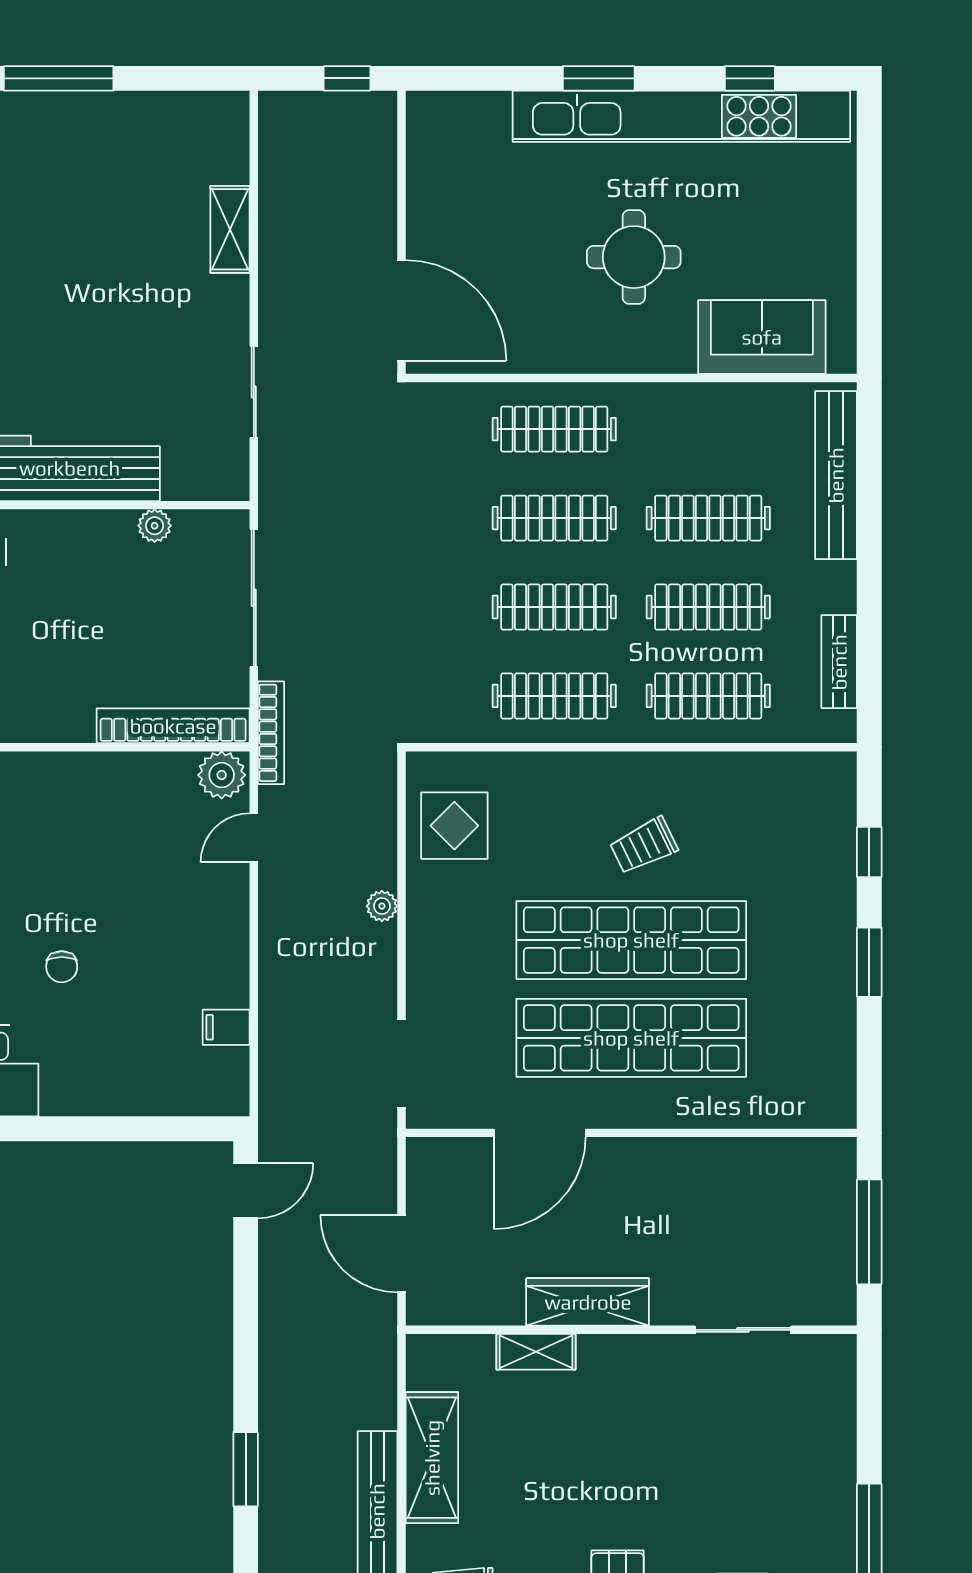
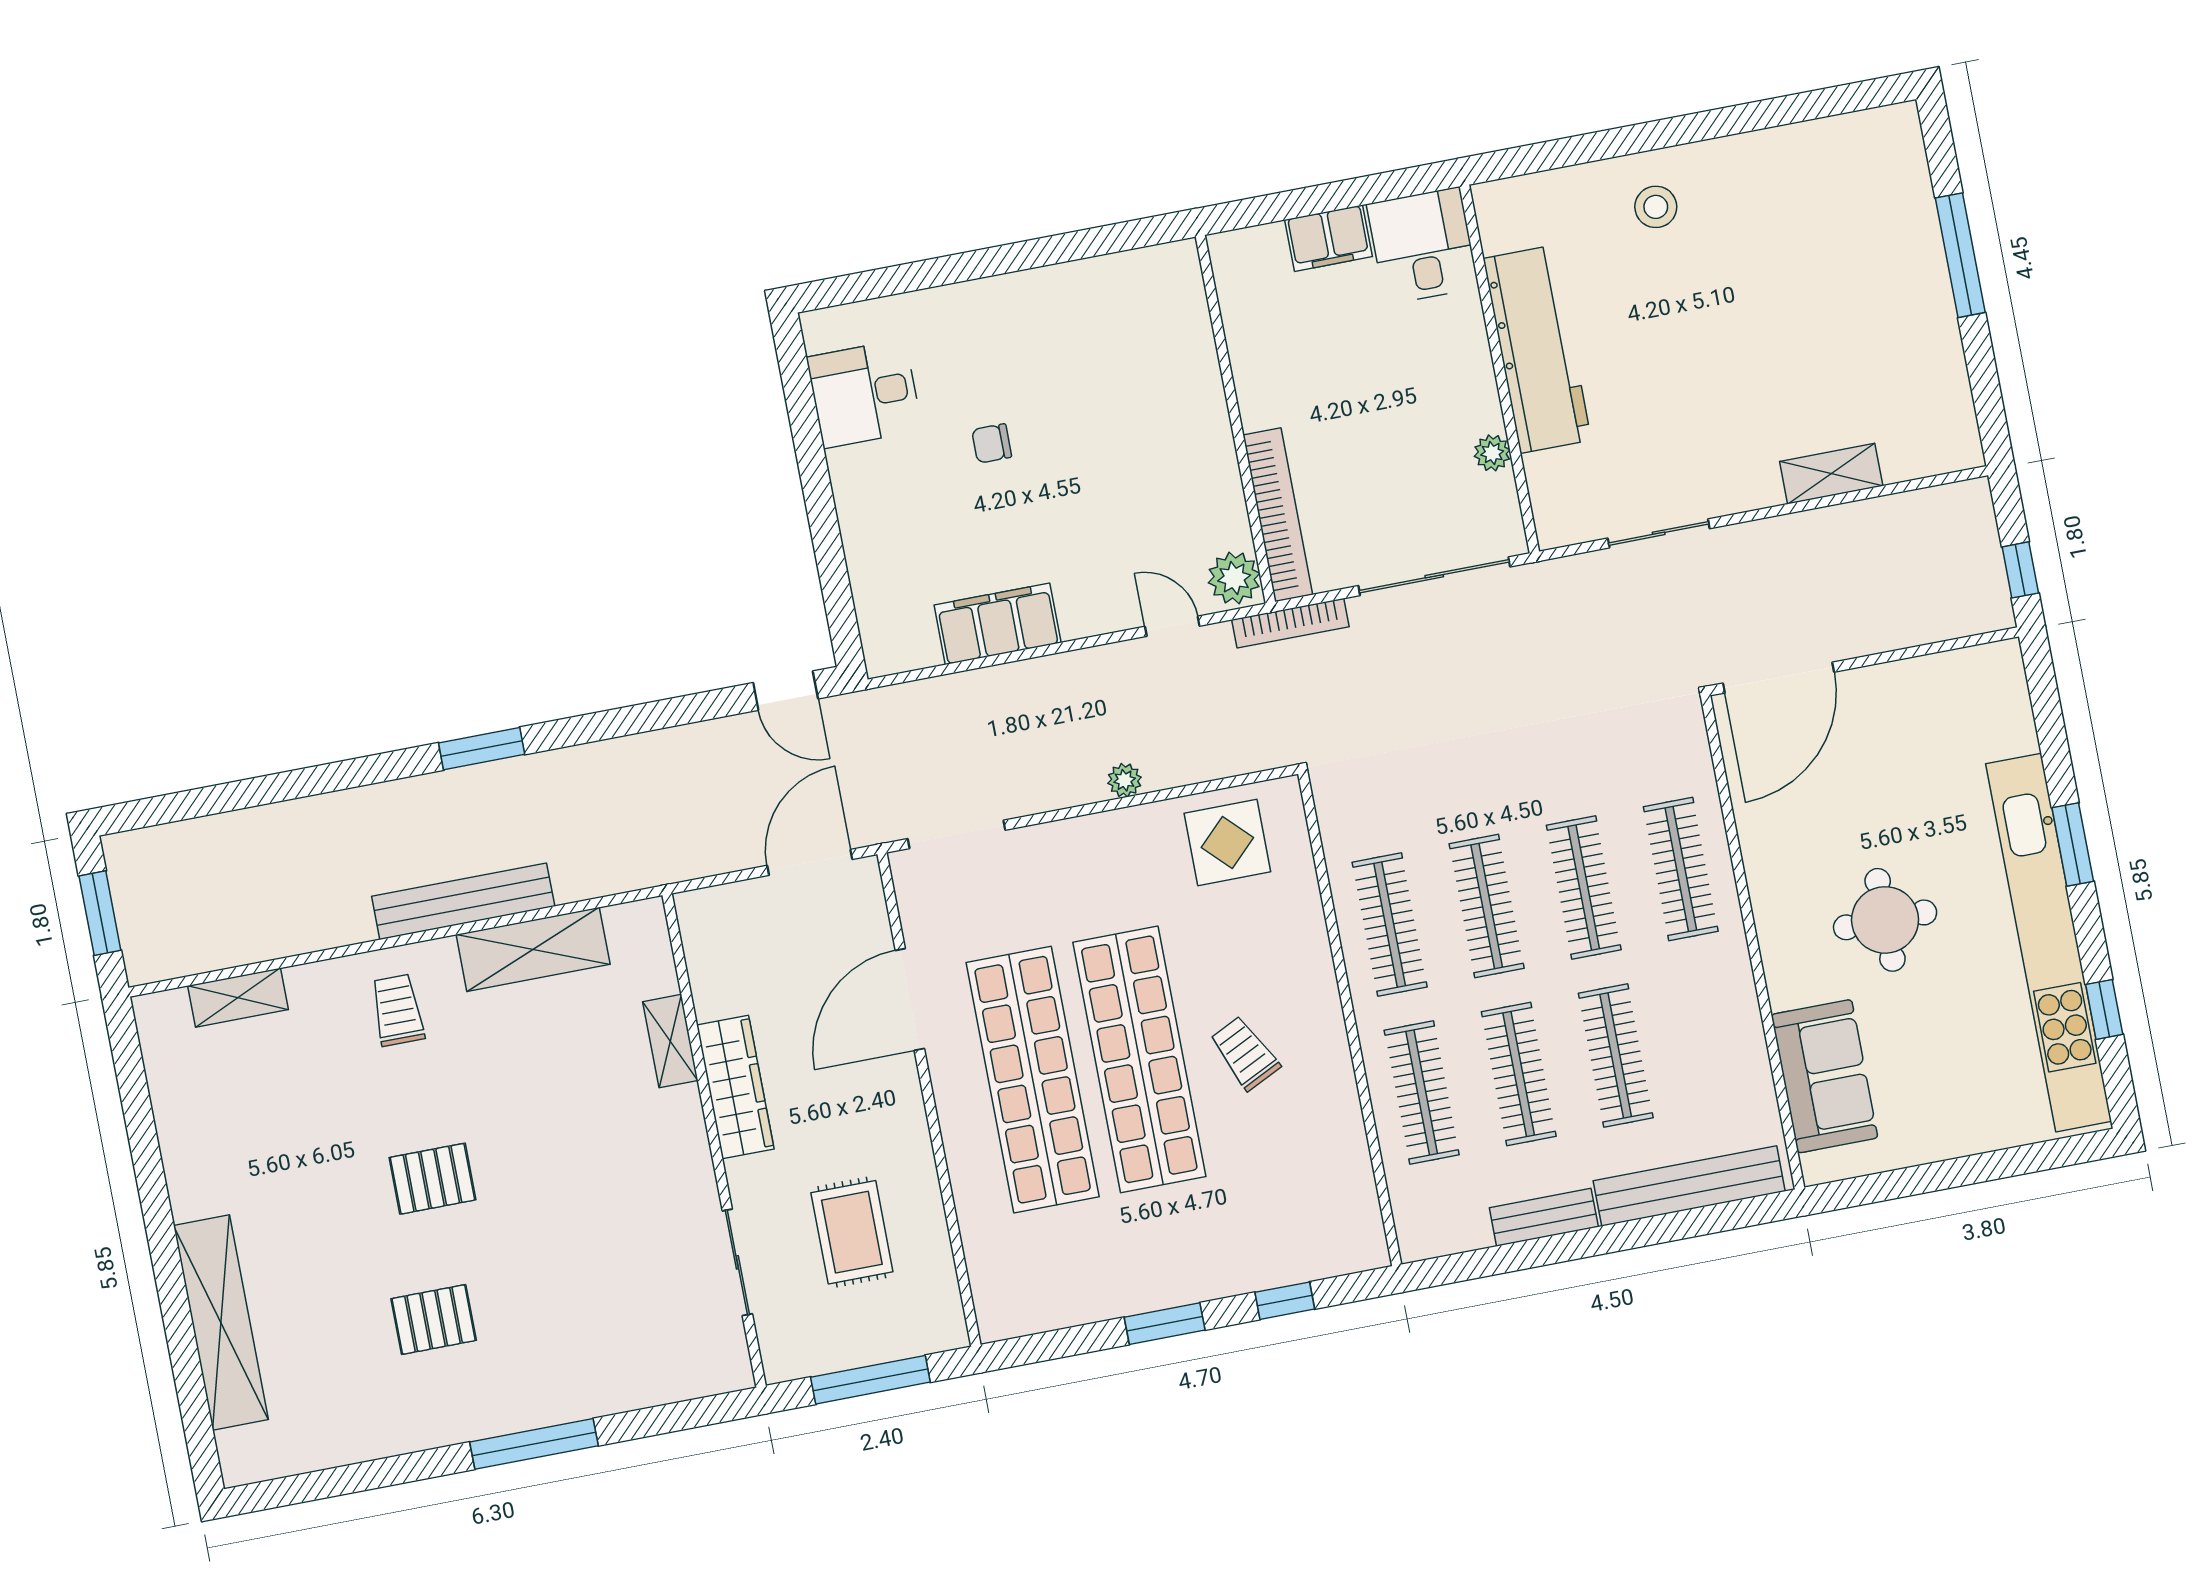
bench: (839, 662) -> (1544, 1217), moved
filing cabinet: (226, 1027) -> (998, 624), width x3.00, depth x1.17
door: (540, 1133) -> (910, 1000), hinge flipped
rug: (736, 1223) -> (852, 1232), added
door: (401, 1254) -> (810, 862), moved

